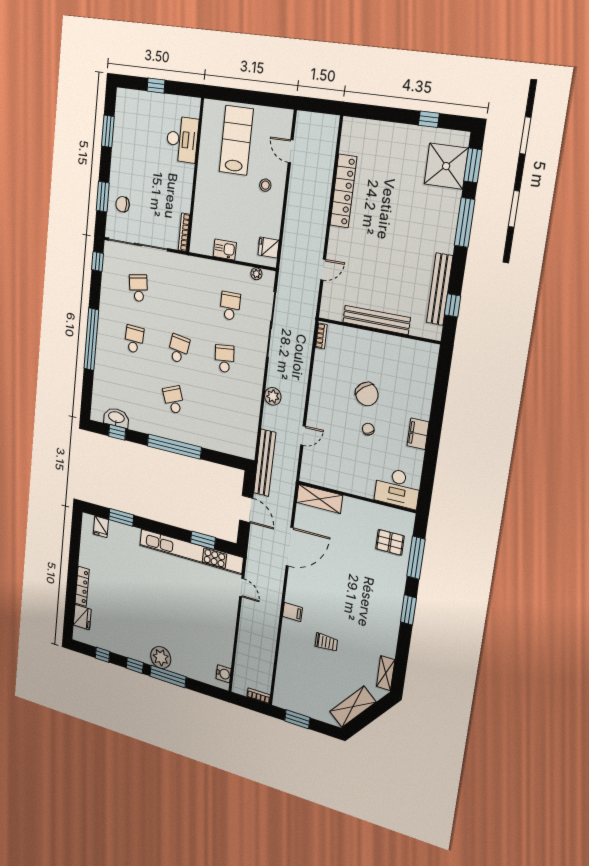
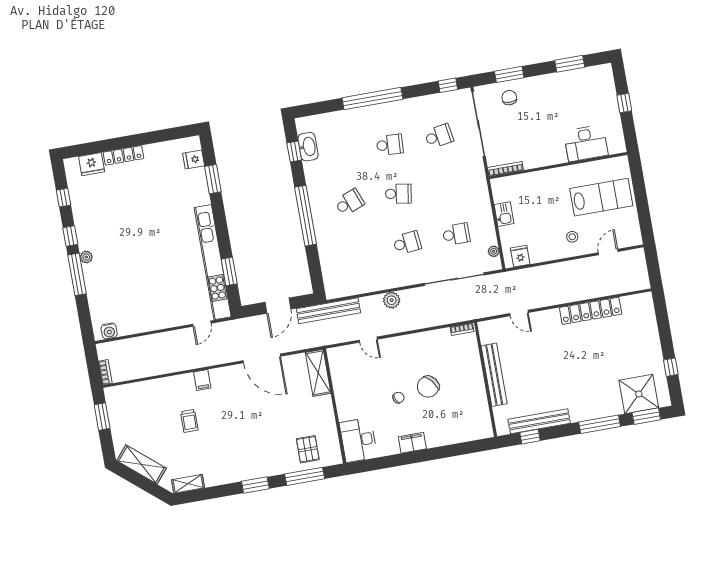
plant: (161, 657) -> (86, 257), width x0.53, depth x0.53

